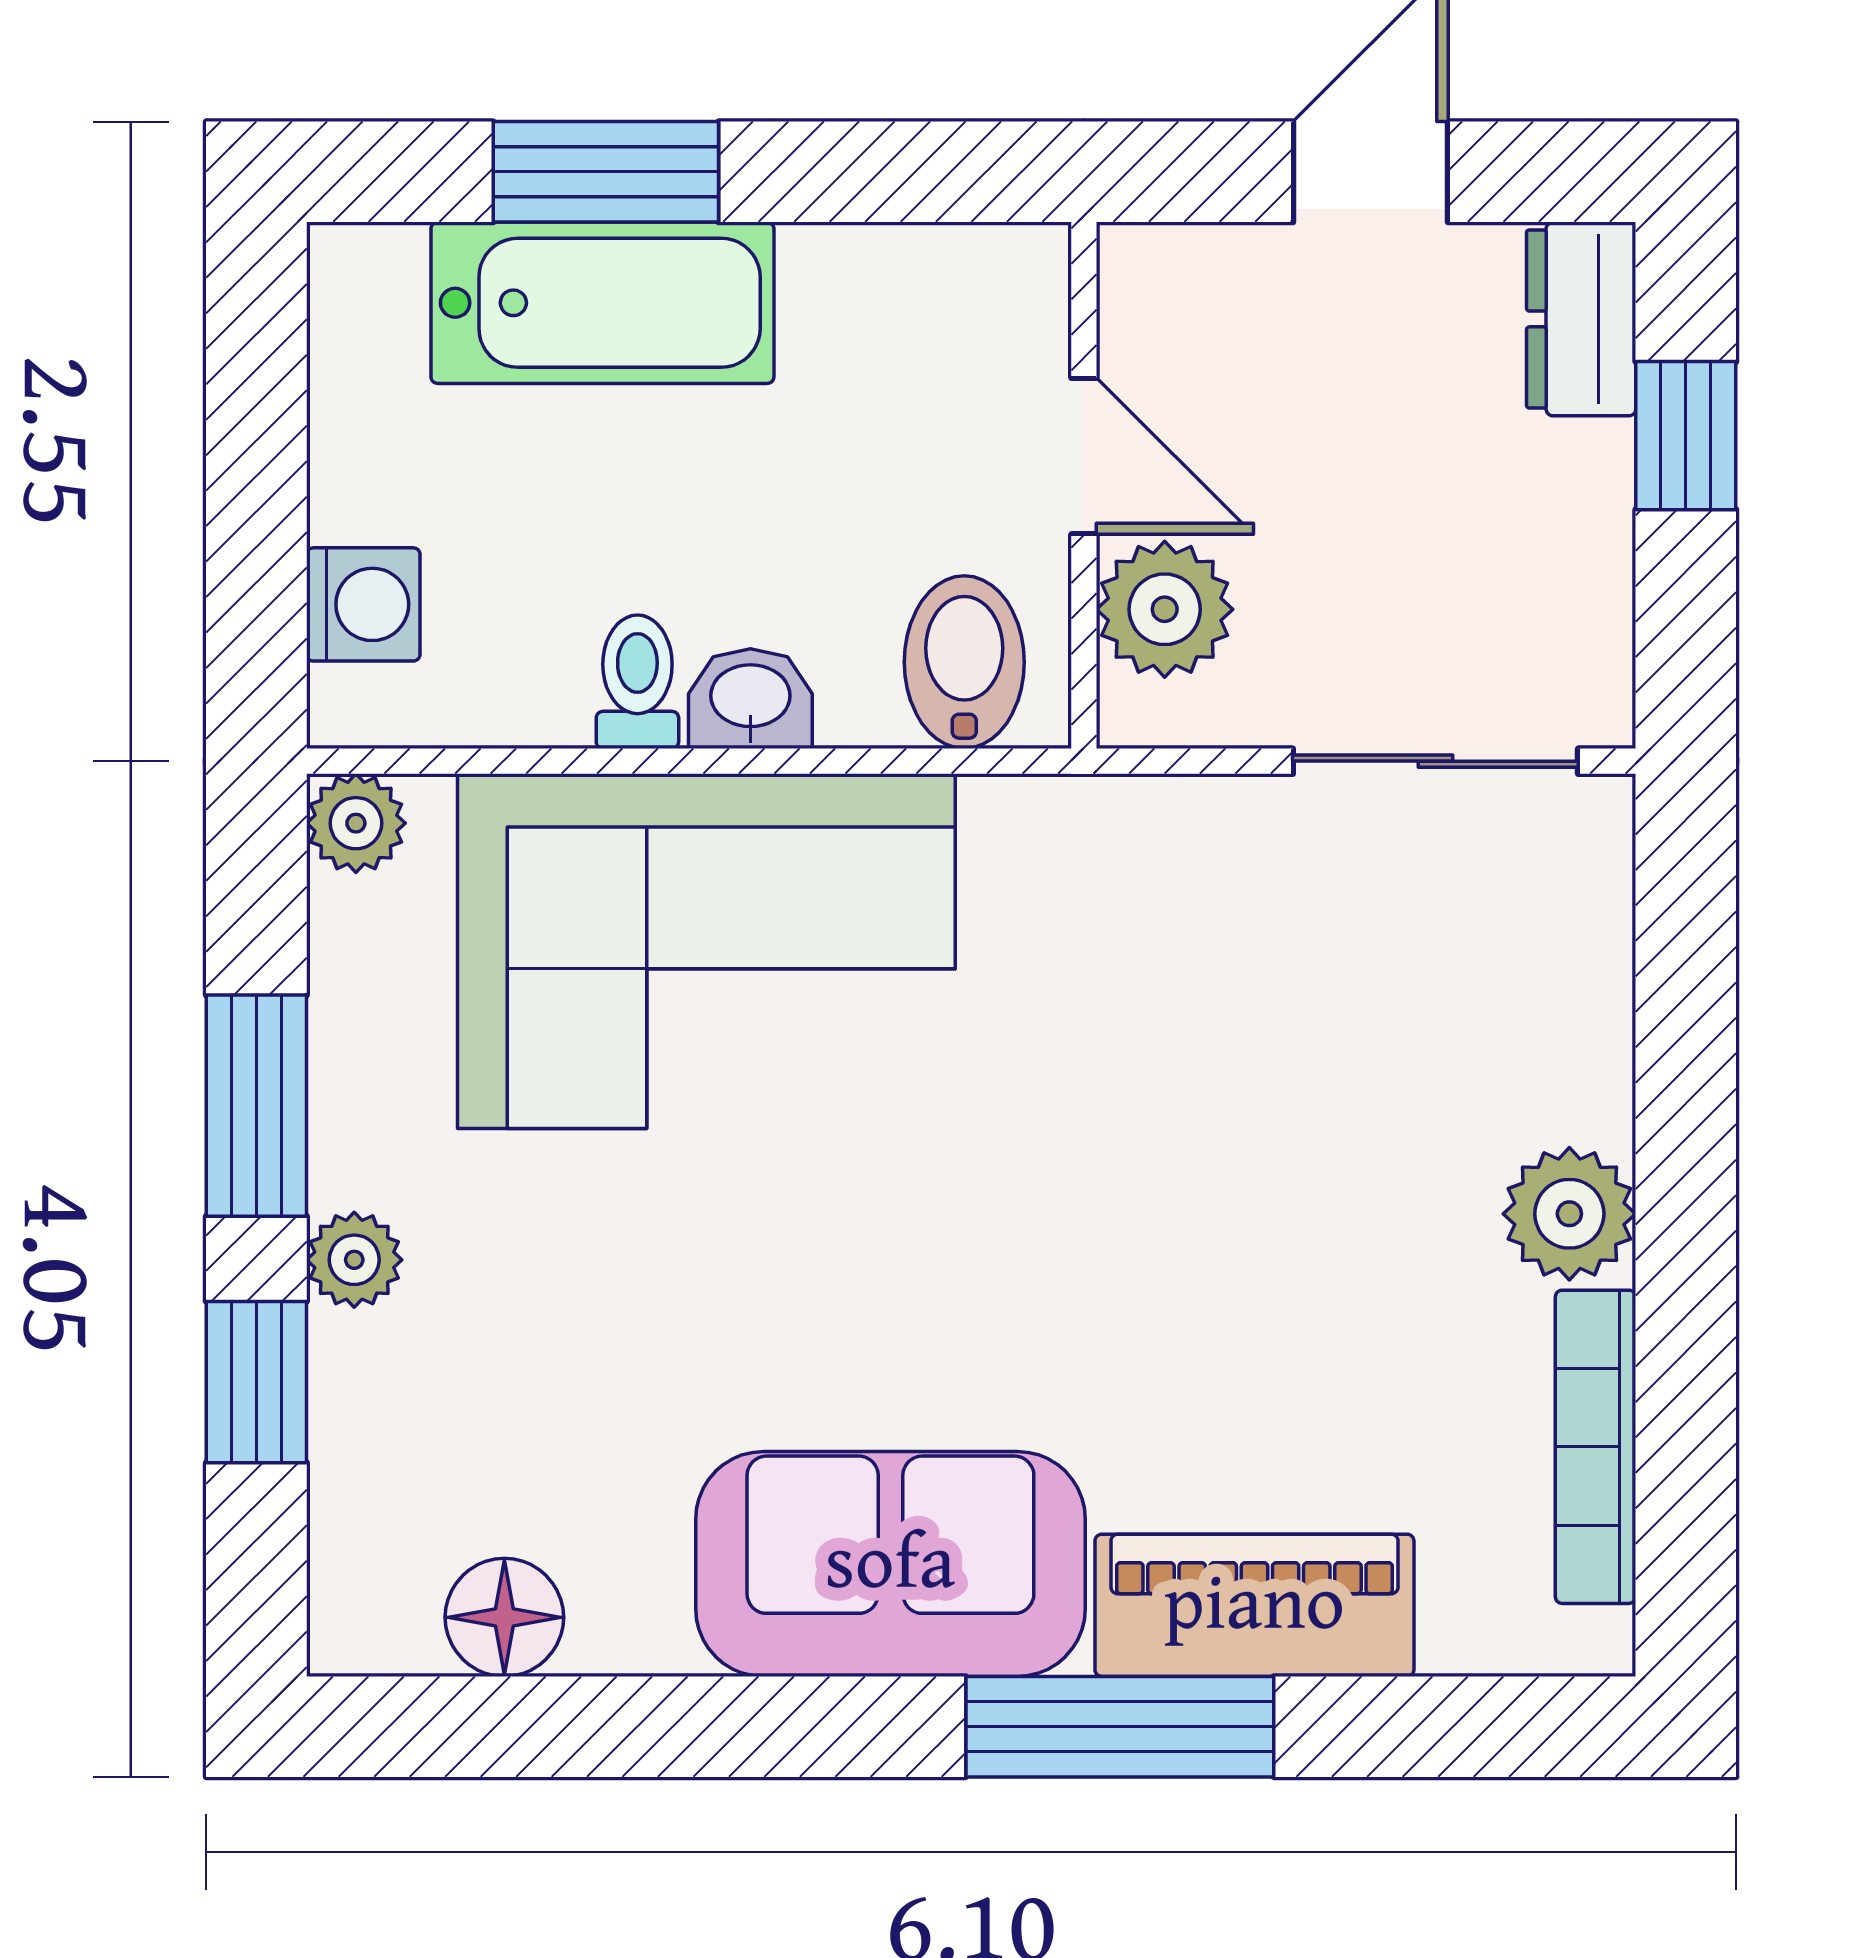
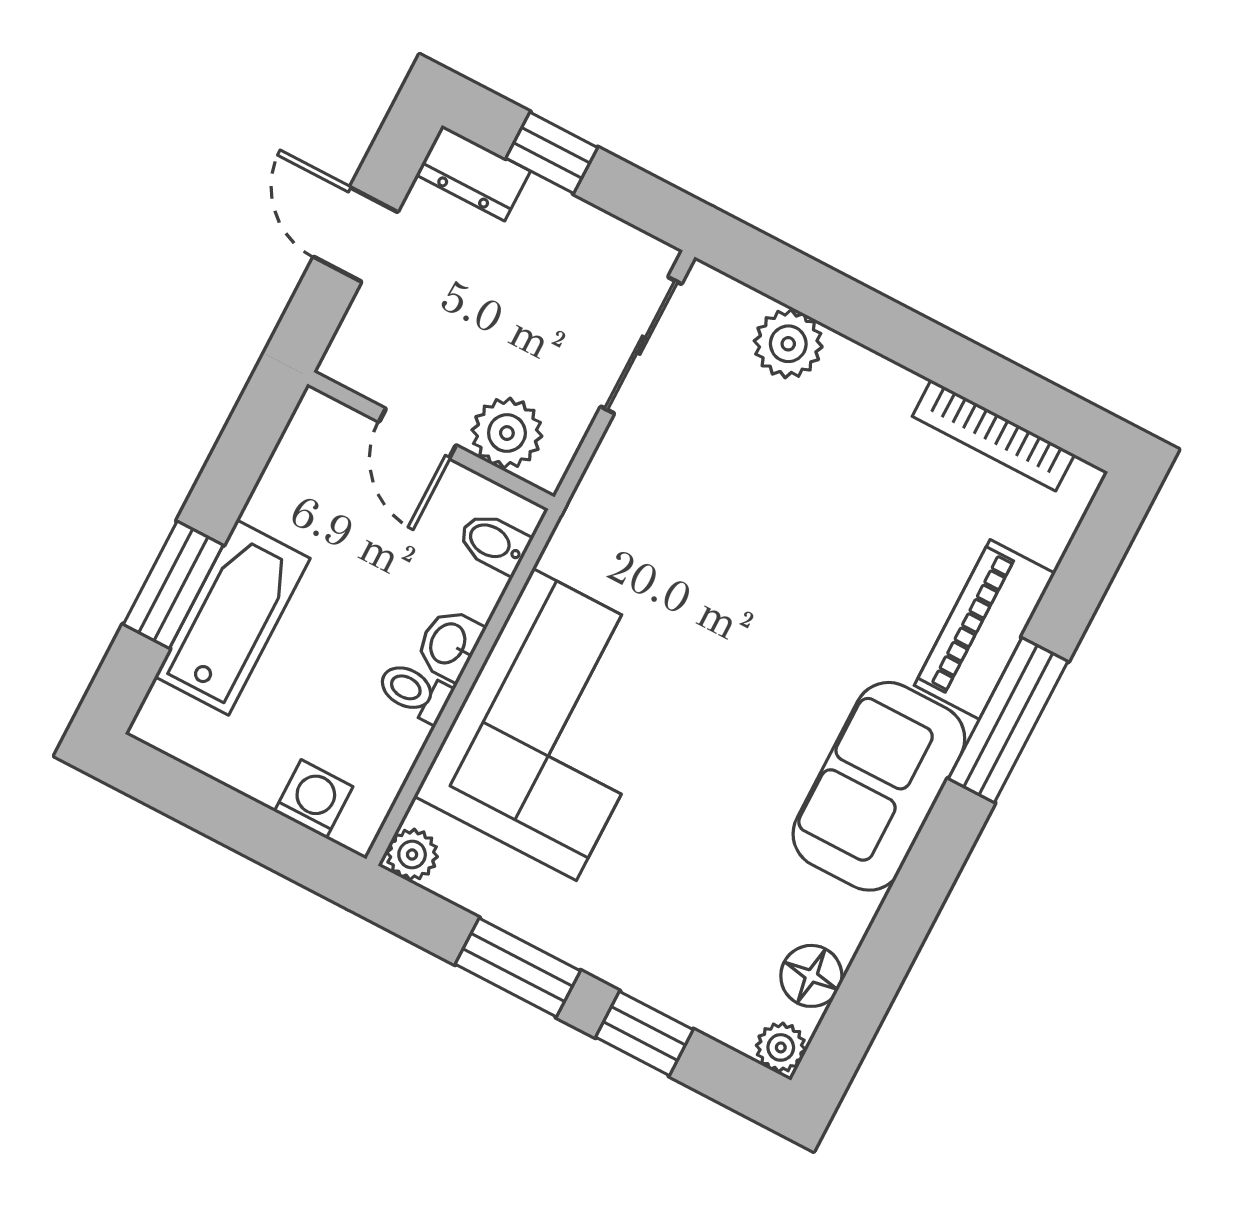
door: (1084, 456) -> (418, 433), swing flipped
bidet: (964, 662) -> (494, 543), width x0.72, depth x0.74
plant: (1569, 1214) -> (788, 344), moved
plant: (354, 1260) -> (781, 1047), moved

